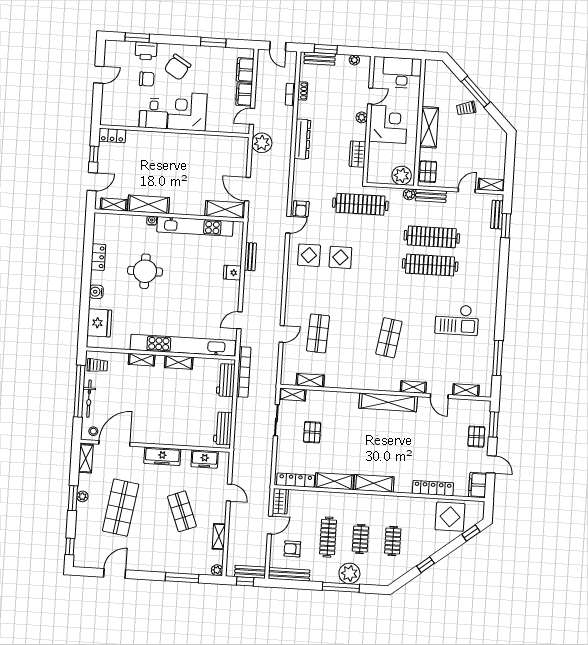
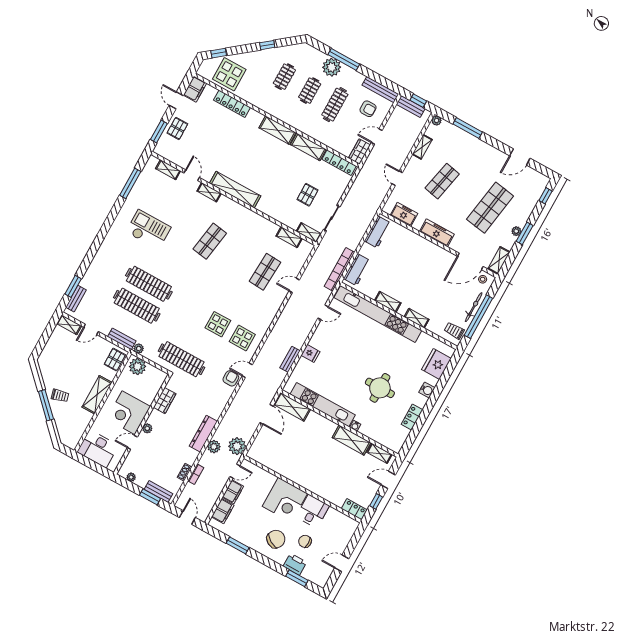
plant: (285, 131) -> (214, 447), added
shop shelf: (182, 511) -> (442, 181), turned 33

